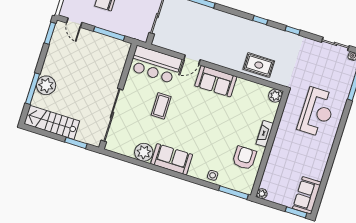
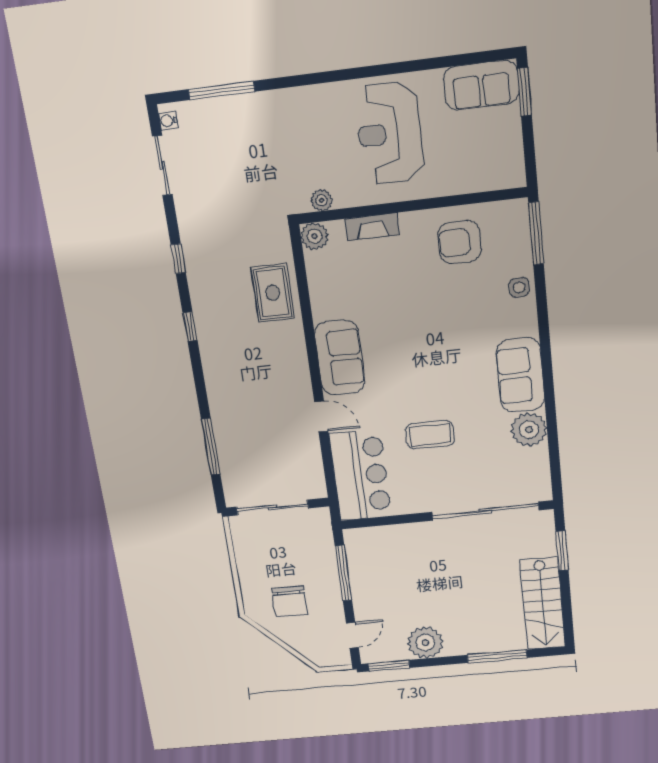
plant: (46, 85) -> (425, 643), moved
reception desk: (317, 112) -> (390, 133), moved, turned -90
fireplace: (265, 134) -> (372, 227), moved
plant: (262, 194) -> (322, 200), moved

